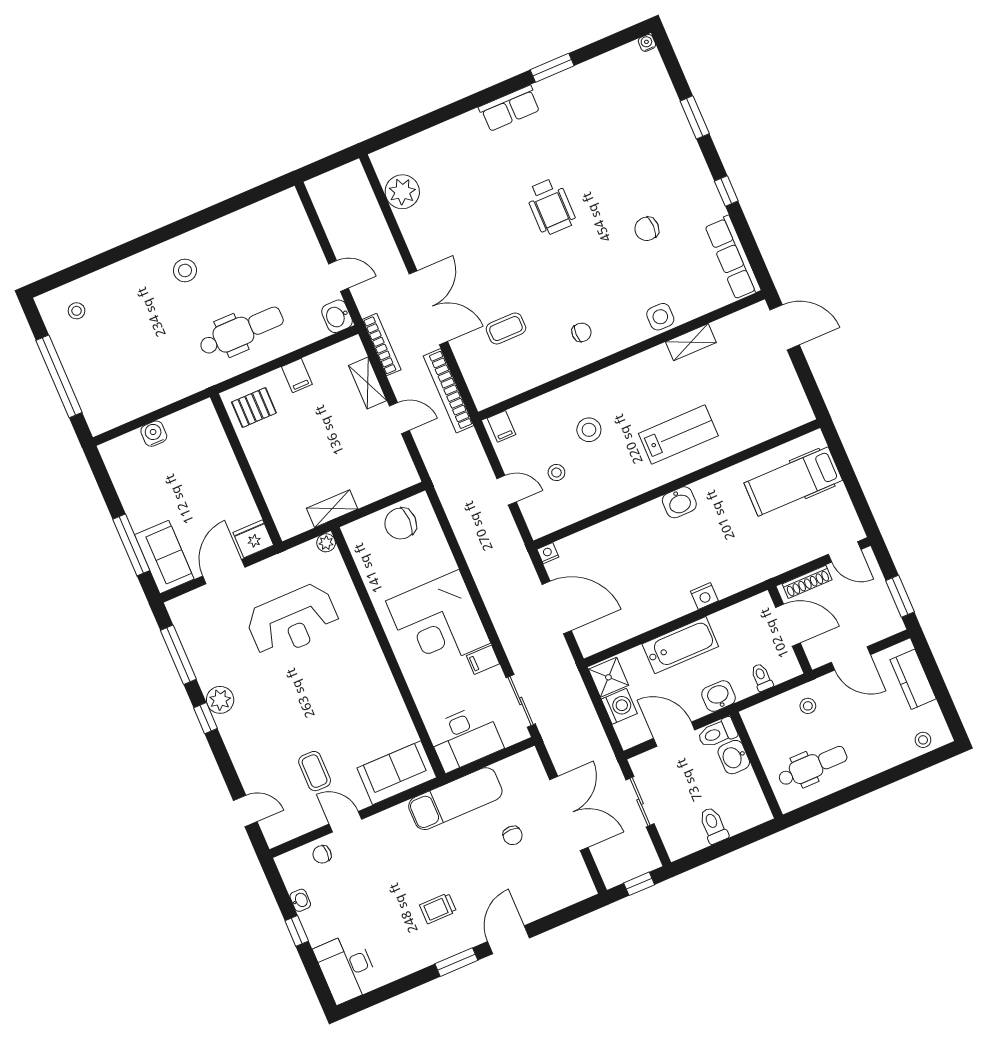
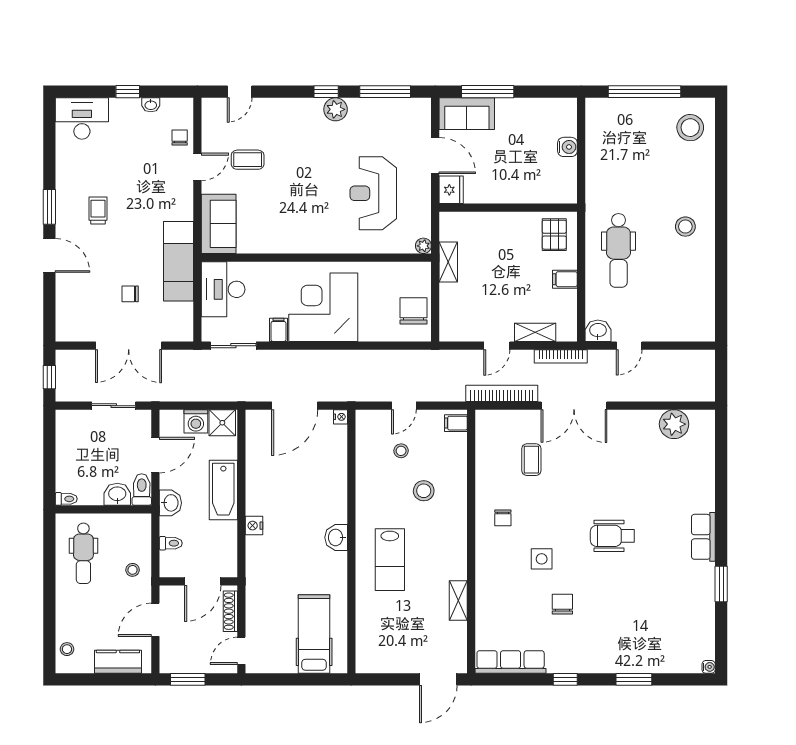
stool: (77, 311) -> (690, 128), width x1.89, depth x1.89
side table: (660, 317) -> (542, 559), moved
toilet: (713, 825) -> (66, 499), moved, width x0.73, depth x0.72

